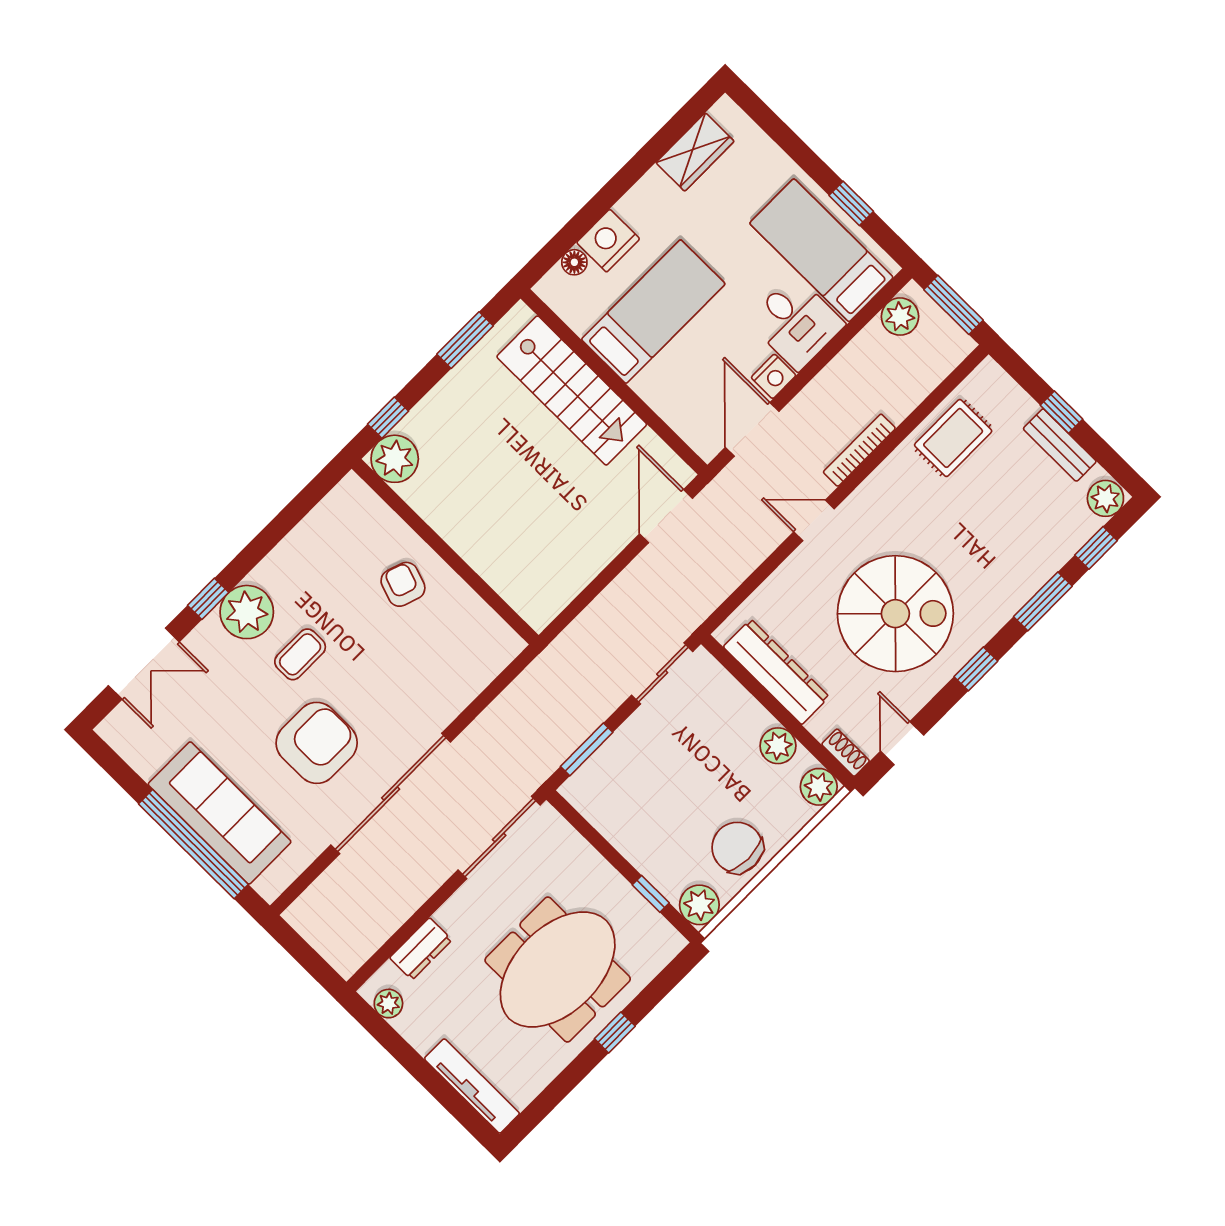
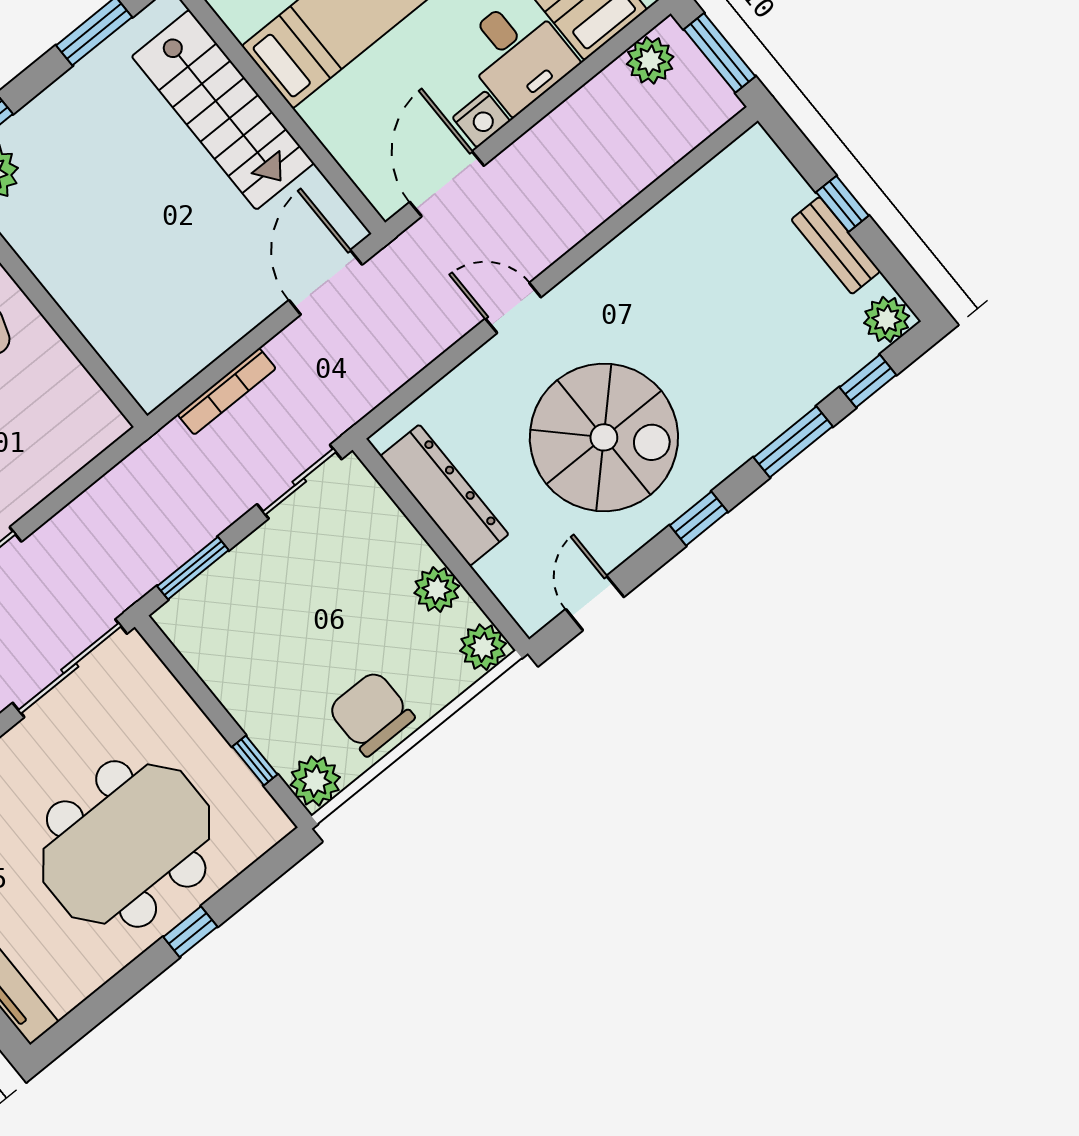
rug: (953, 438) -> (701, 222), removed
bookcase: (859, 450) -> (227, 391), moved, turned 180
shoe rack: (846, 753) -> (522, 607), removed

